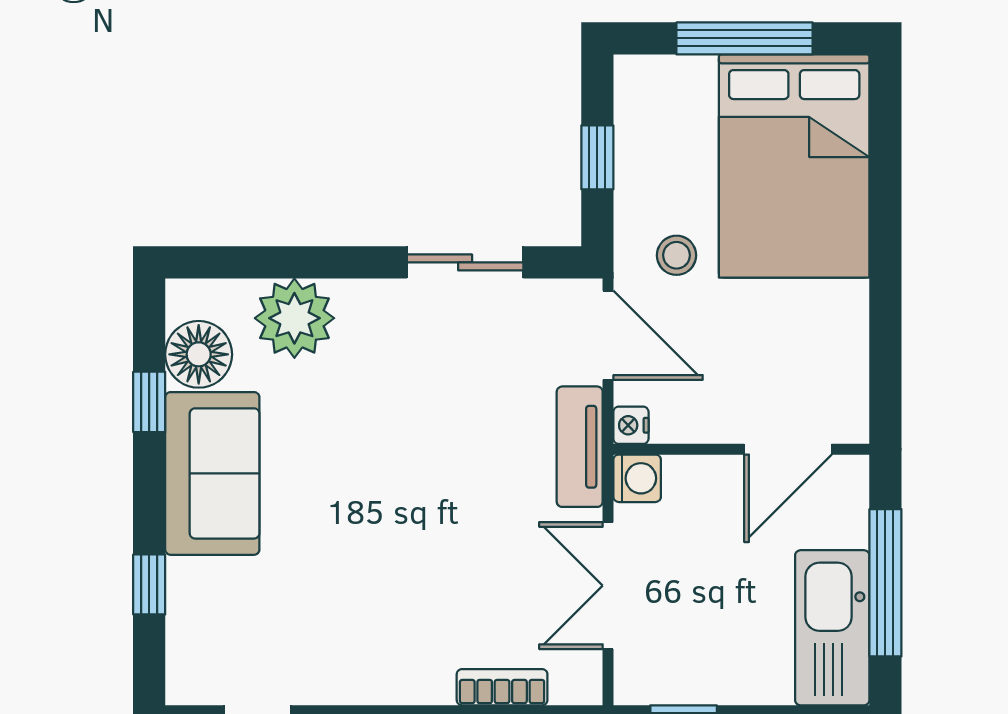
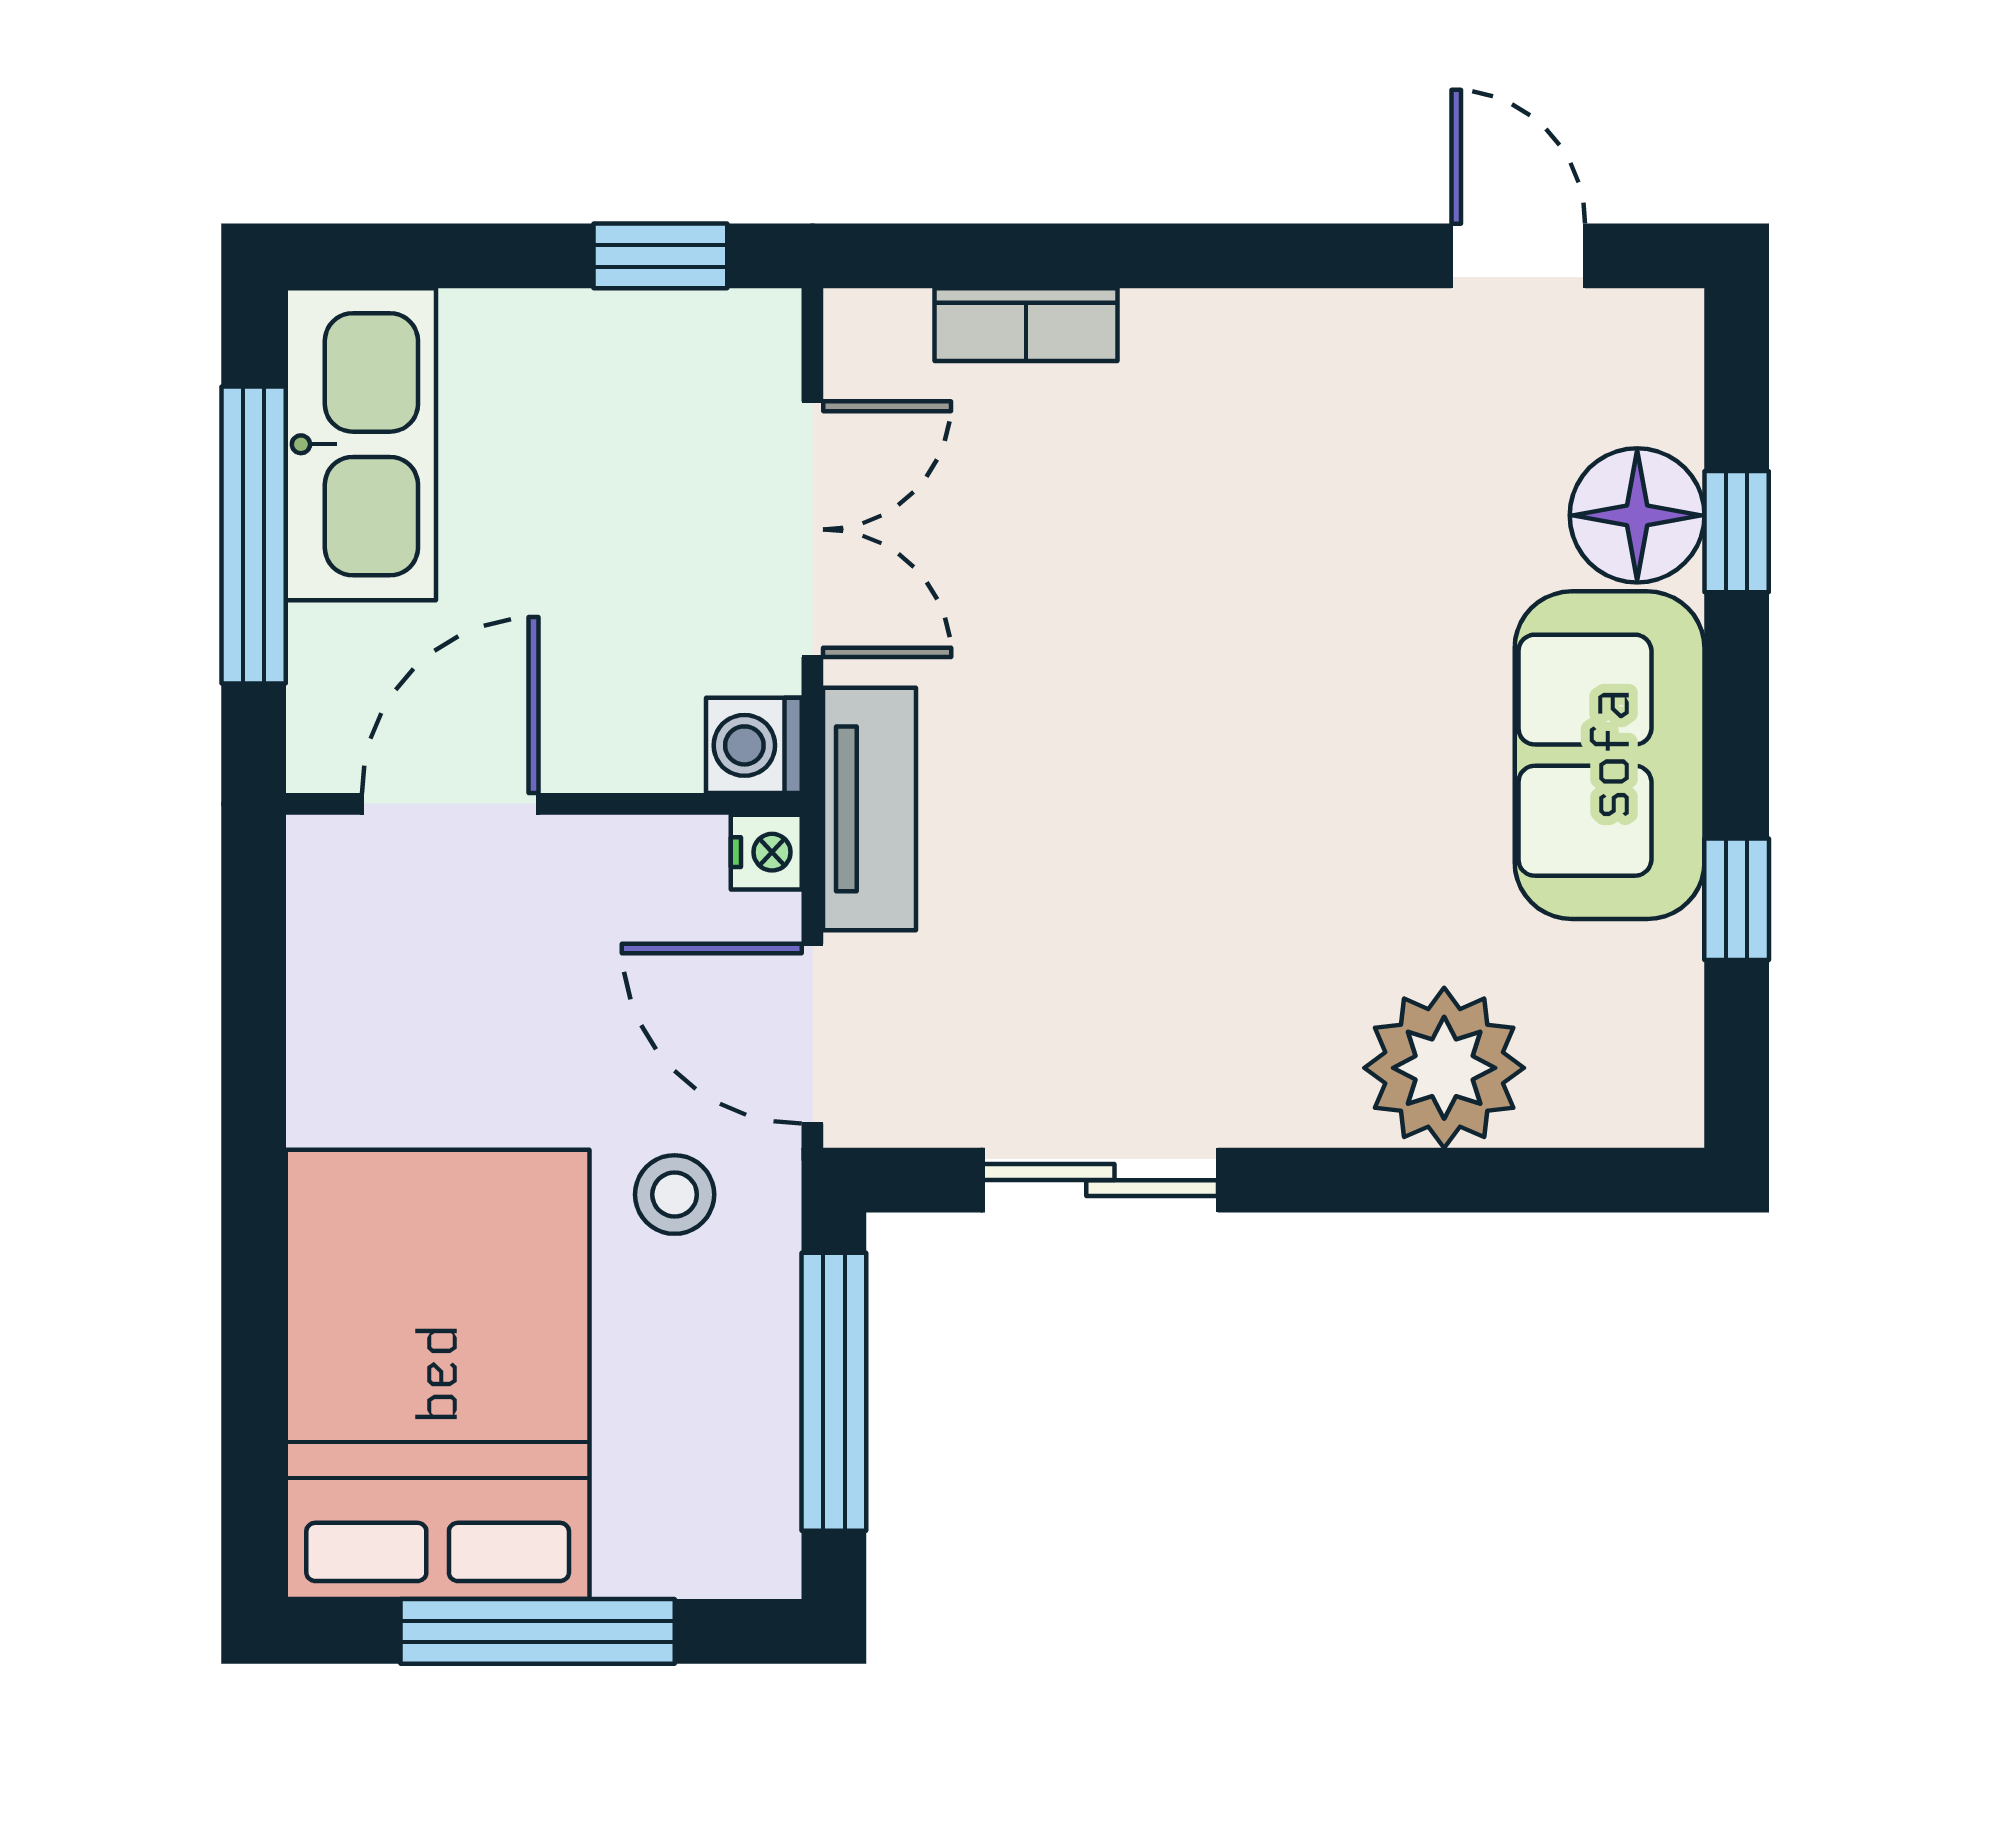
window: (597, 157) -> (834, 1392), width x2.17
floor lamp: (199, 354) -> (1637, 515), moved

